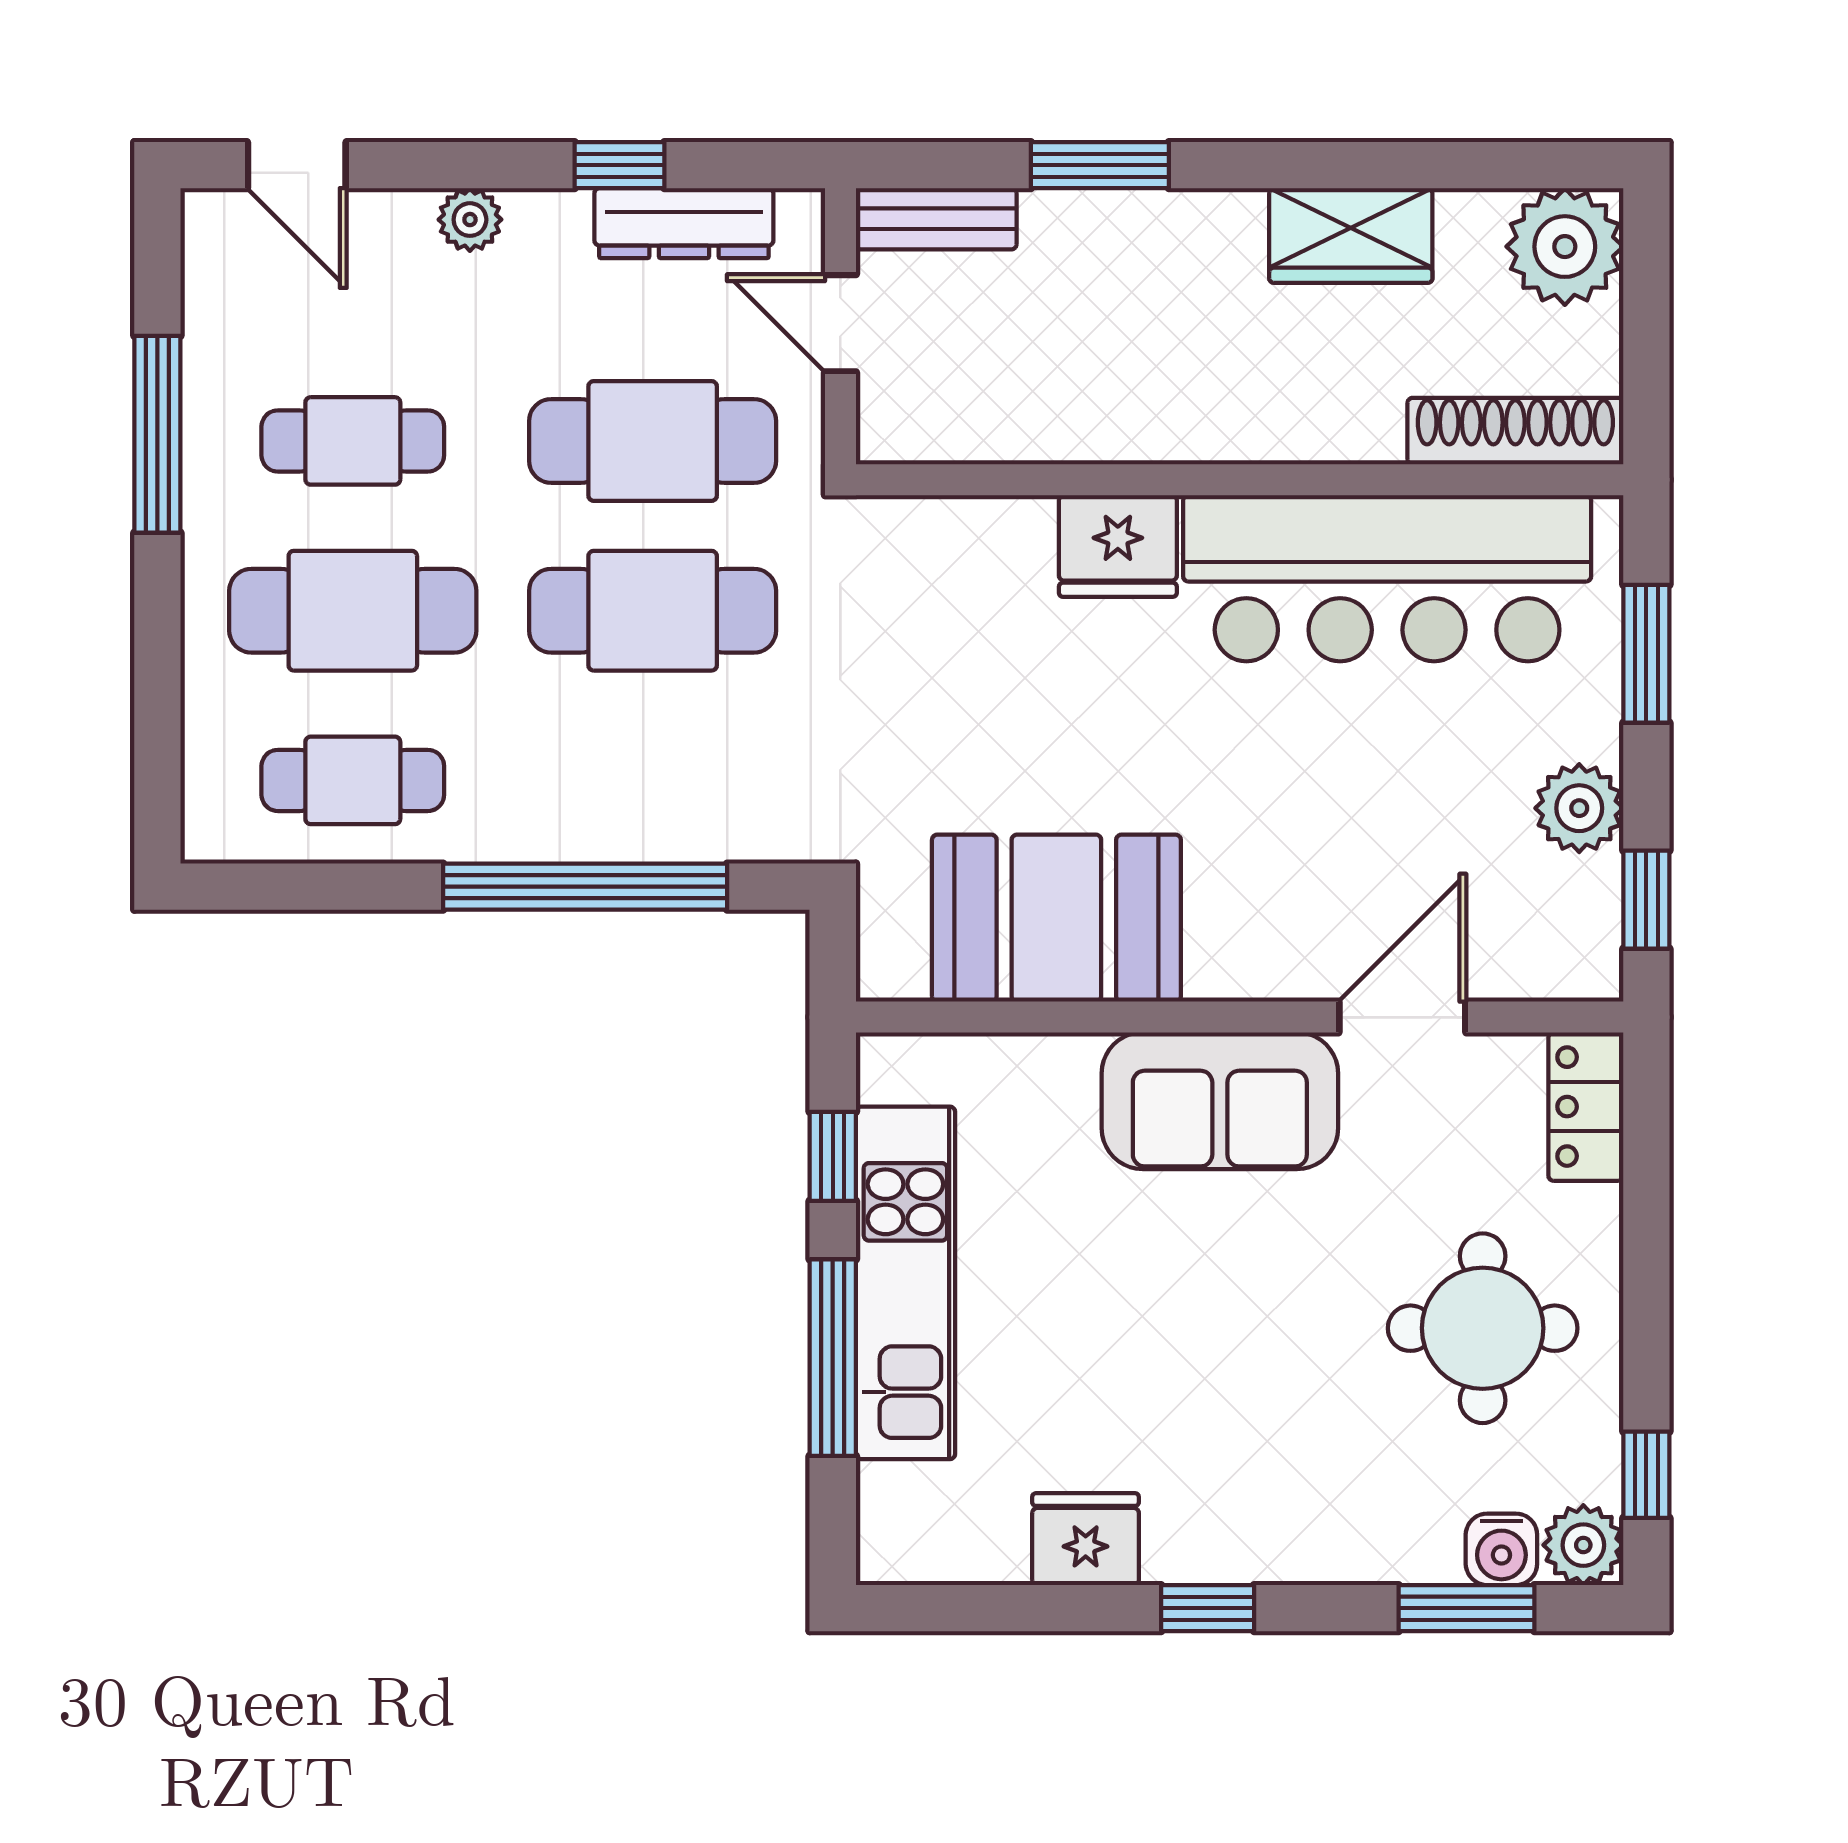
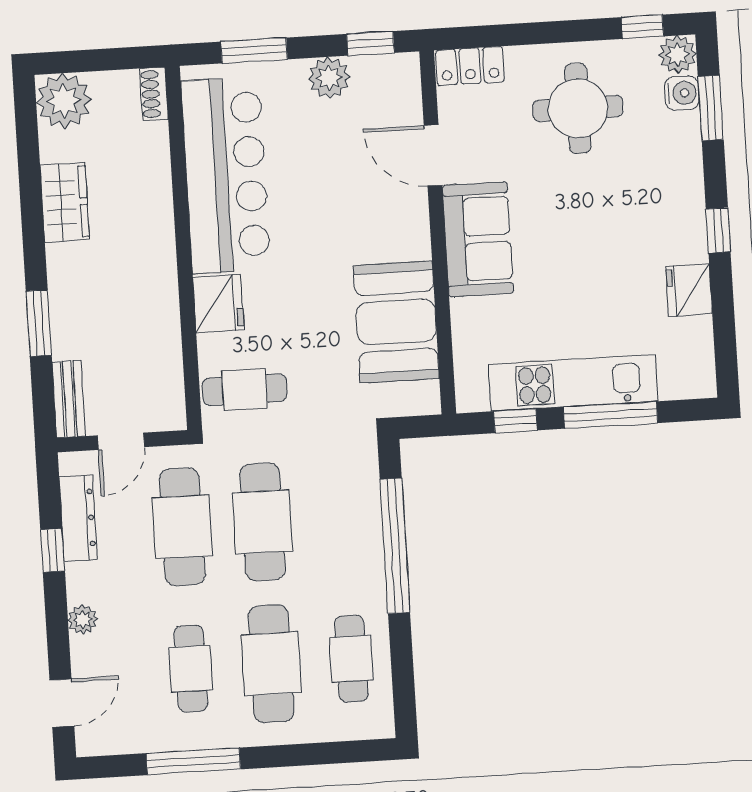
shoe rack: (1515, 431) -> (154, 94), width x0.51, depth x0.81
cafe table: (933, 590) -> (245, 390), added

